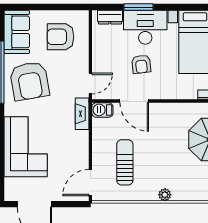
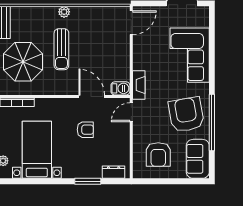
desk: (145, 27) -> (82, 163), removed
armchair: (61, 37) -> (158, 154), turned 90
armchair: (141, 64) -> (85, 130), turned 96
sun lounger: (125, 162) -> (61, 49), moved

